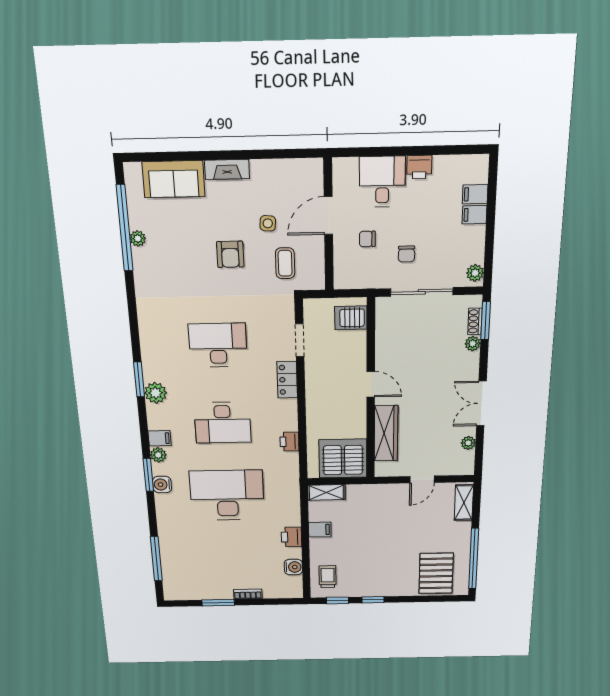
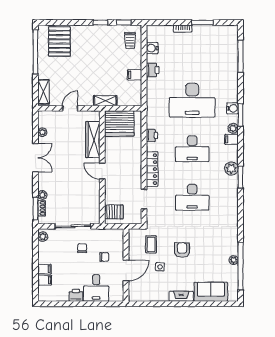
locker: (287, 380) -> (152, 169), width x1.53
desk: (223, 423) -> (192, 149), turned 180
shelving: (326, 492) -> (105, 101), moved

